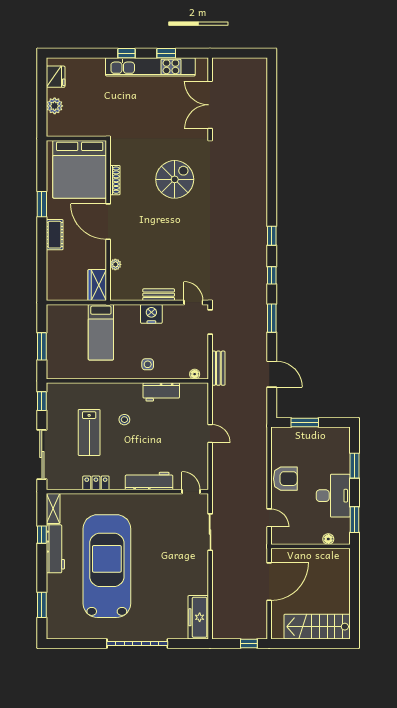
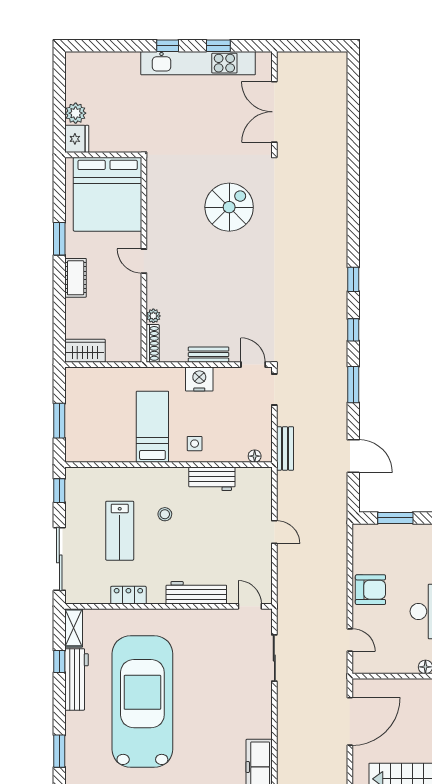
fridge: (56, 77) -> (77, 139), moved
shoe rack: (115, 180) -> (153, 343), moved
door: (108, 222) -> (144, 261), width x0.53
wardrobe: (97, 285) -> (85, 351), moved, turned 90
bed: (101, 332) -> (152, 427), moved, turned 180

